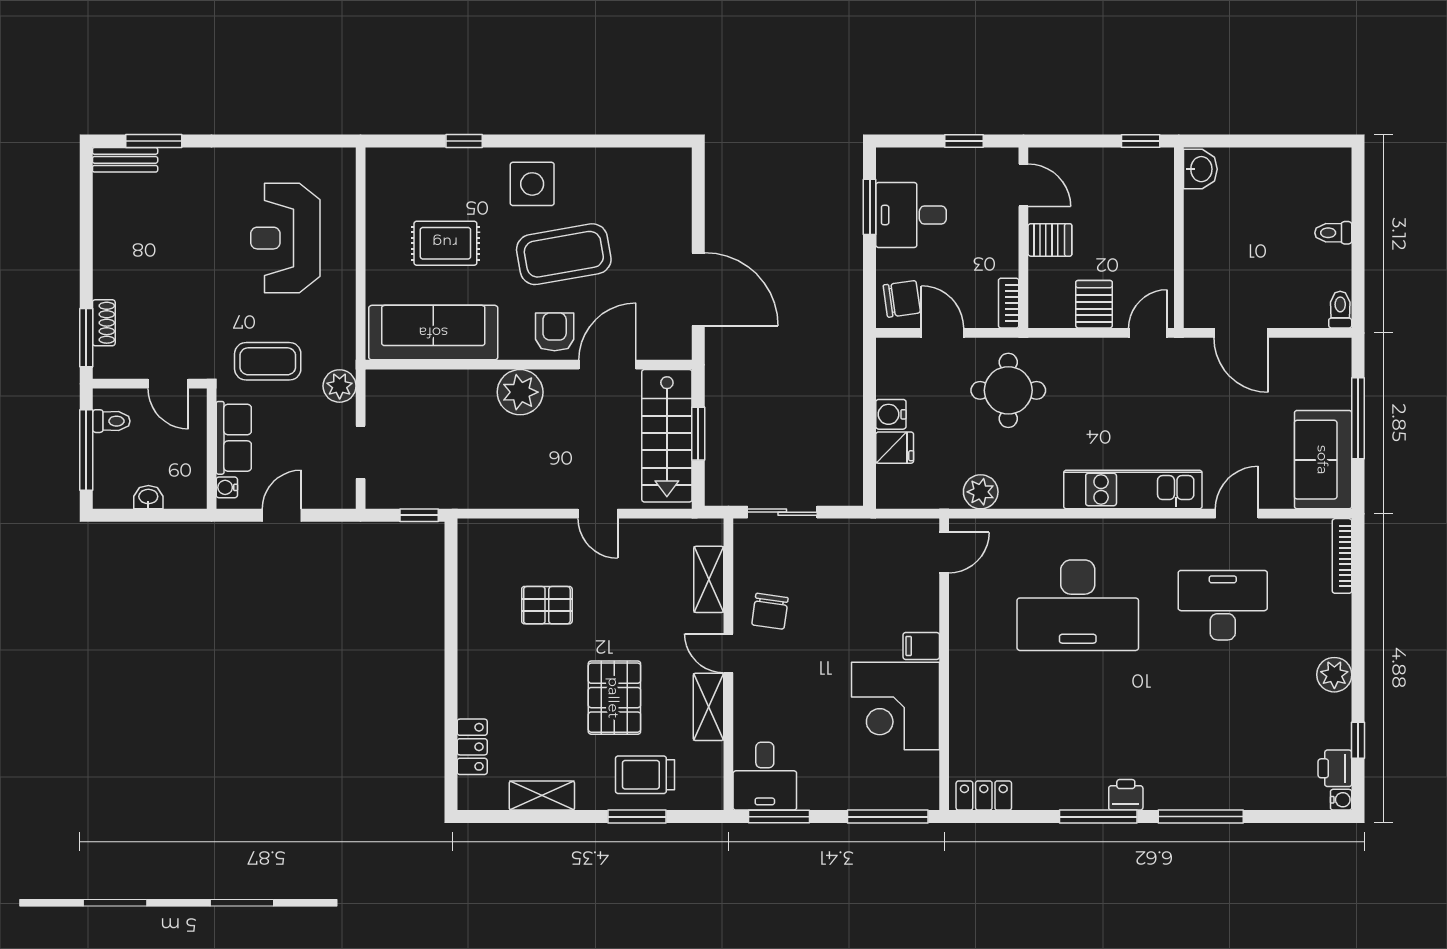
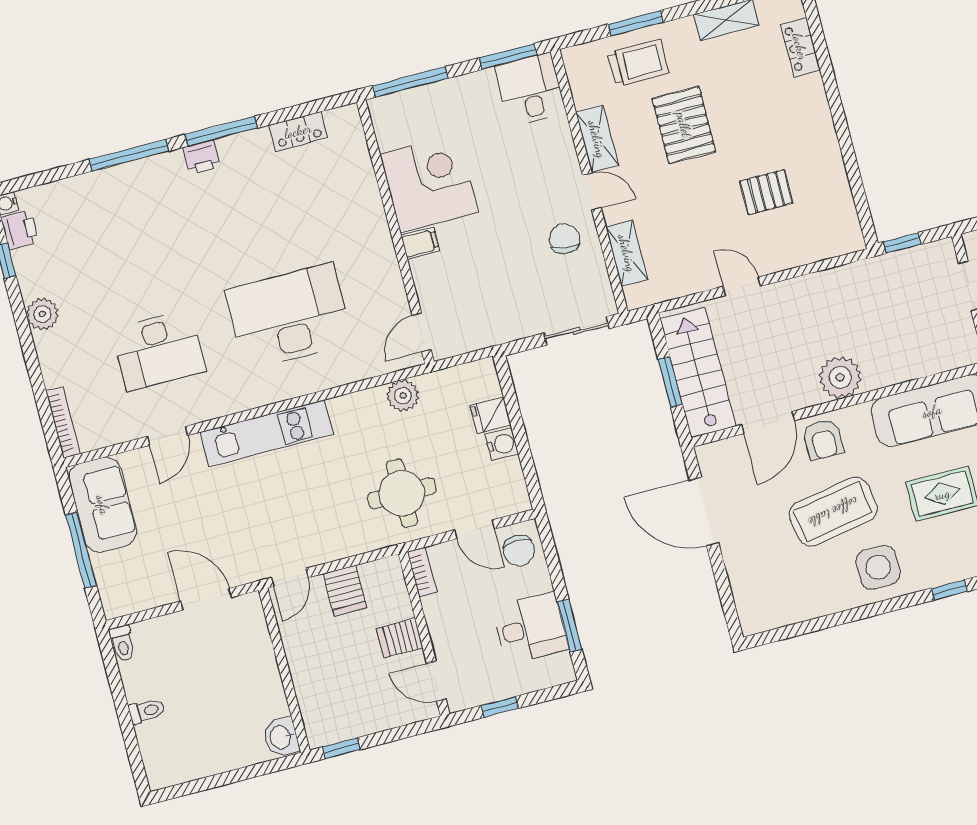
chair: (902, 299) -> (519, 551), turned -82
locker: (984, 796) -> (298, 131), moved

